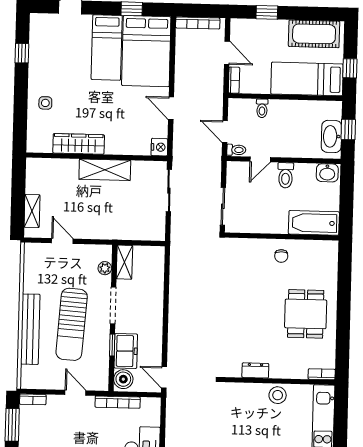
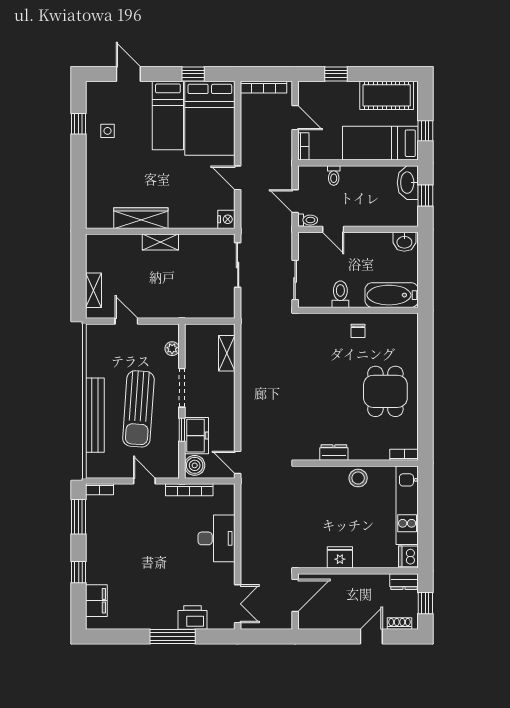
side table: (45, 103) -> (107, 131), moved
washbasin: (331, 136) -> (408, 183), moved
door: (260, 159) -> (333, 229), hinge flipped
shelving: (105, 170) -> (160, 242), width x0.67, depth x0.75
toilet: (286, 175) -> (340, 294), moved, turned 180
shelving: (124, 262) -> (227, 353), moved

